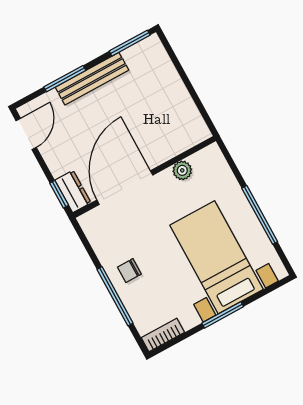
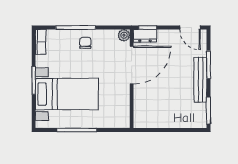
plant: (182, 170) -> (124, 35), moved
door: (125, 188) -> (132, 65), hinge flipped

